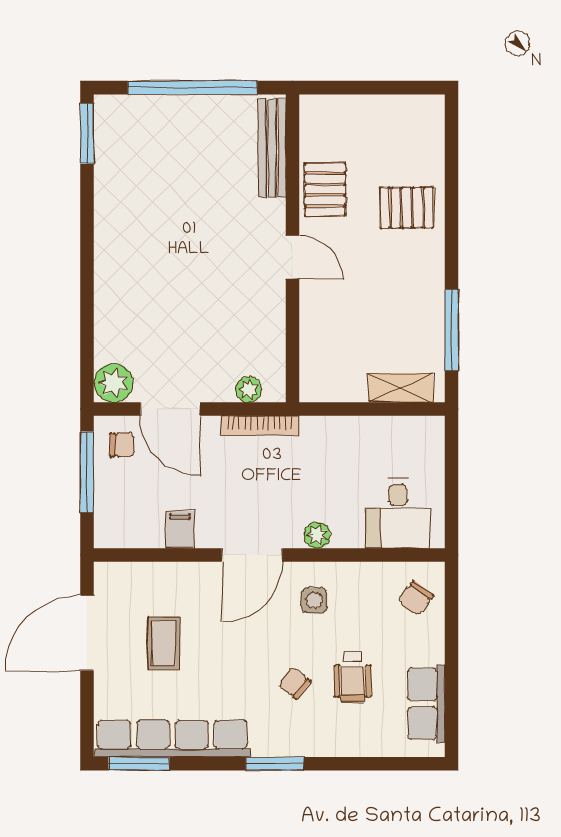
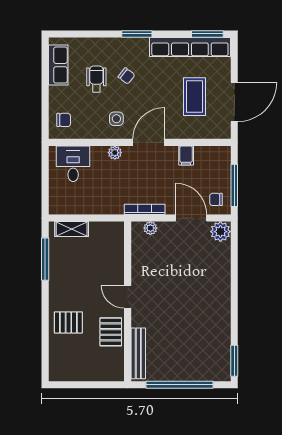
chair: (416, 598) -> (64, 120), turned 53
coffee table: (164, 643) -> (194, 97), width x1.36, depth x1.30

